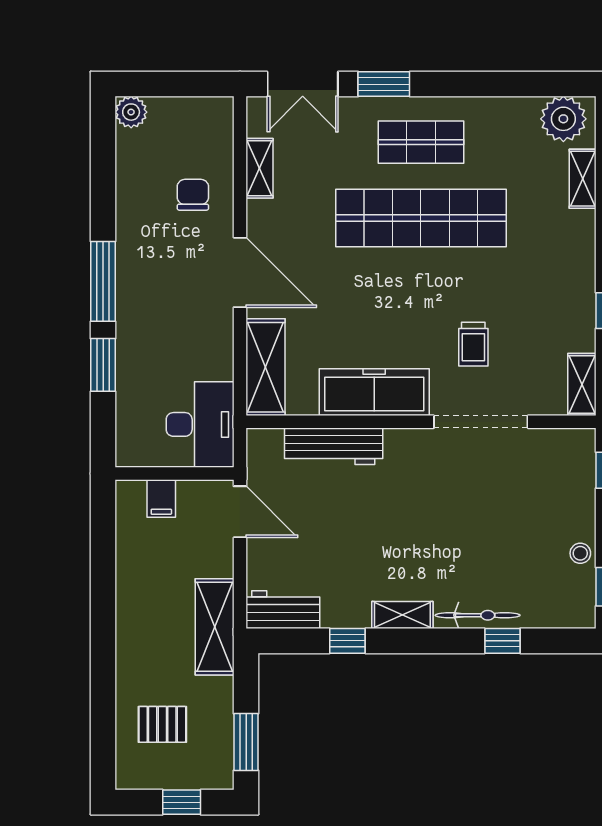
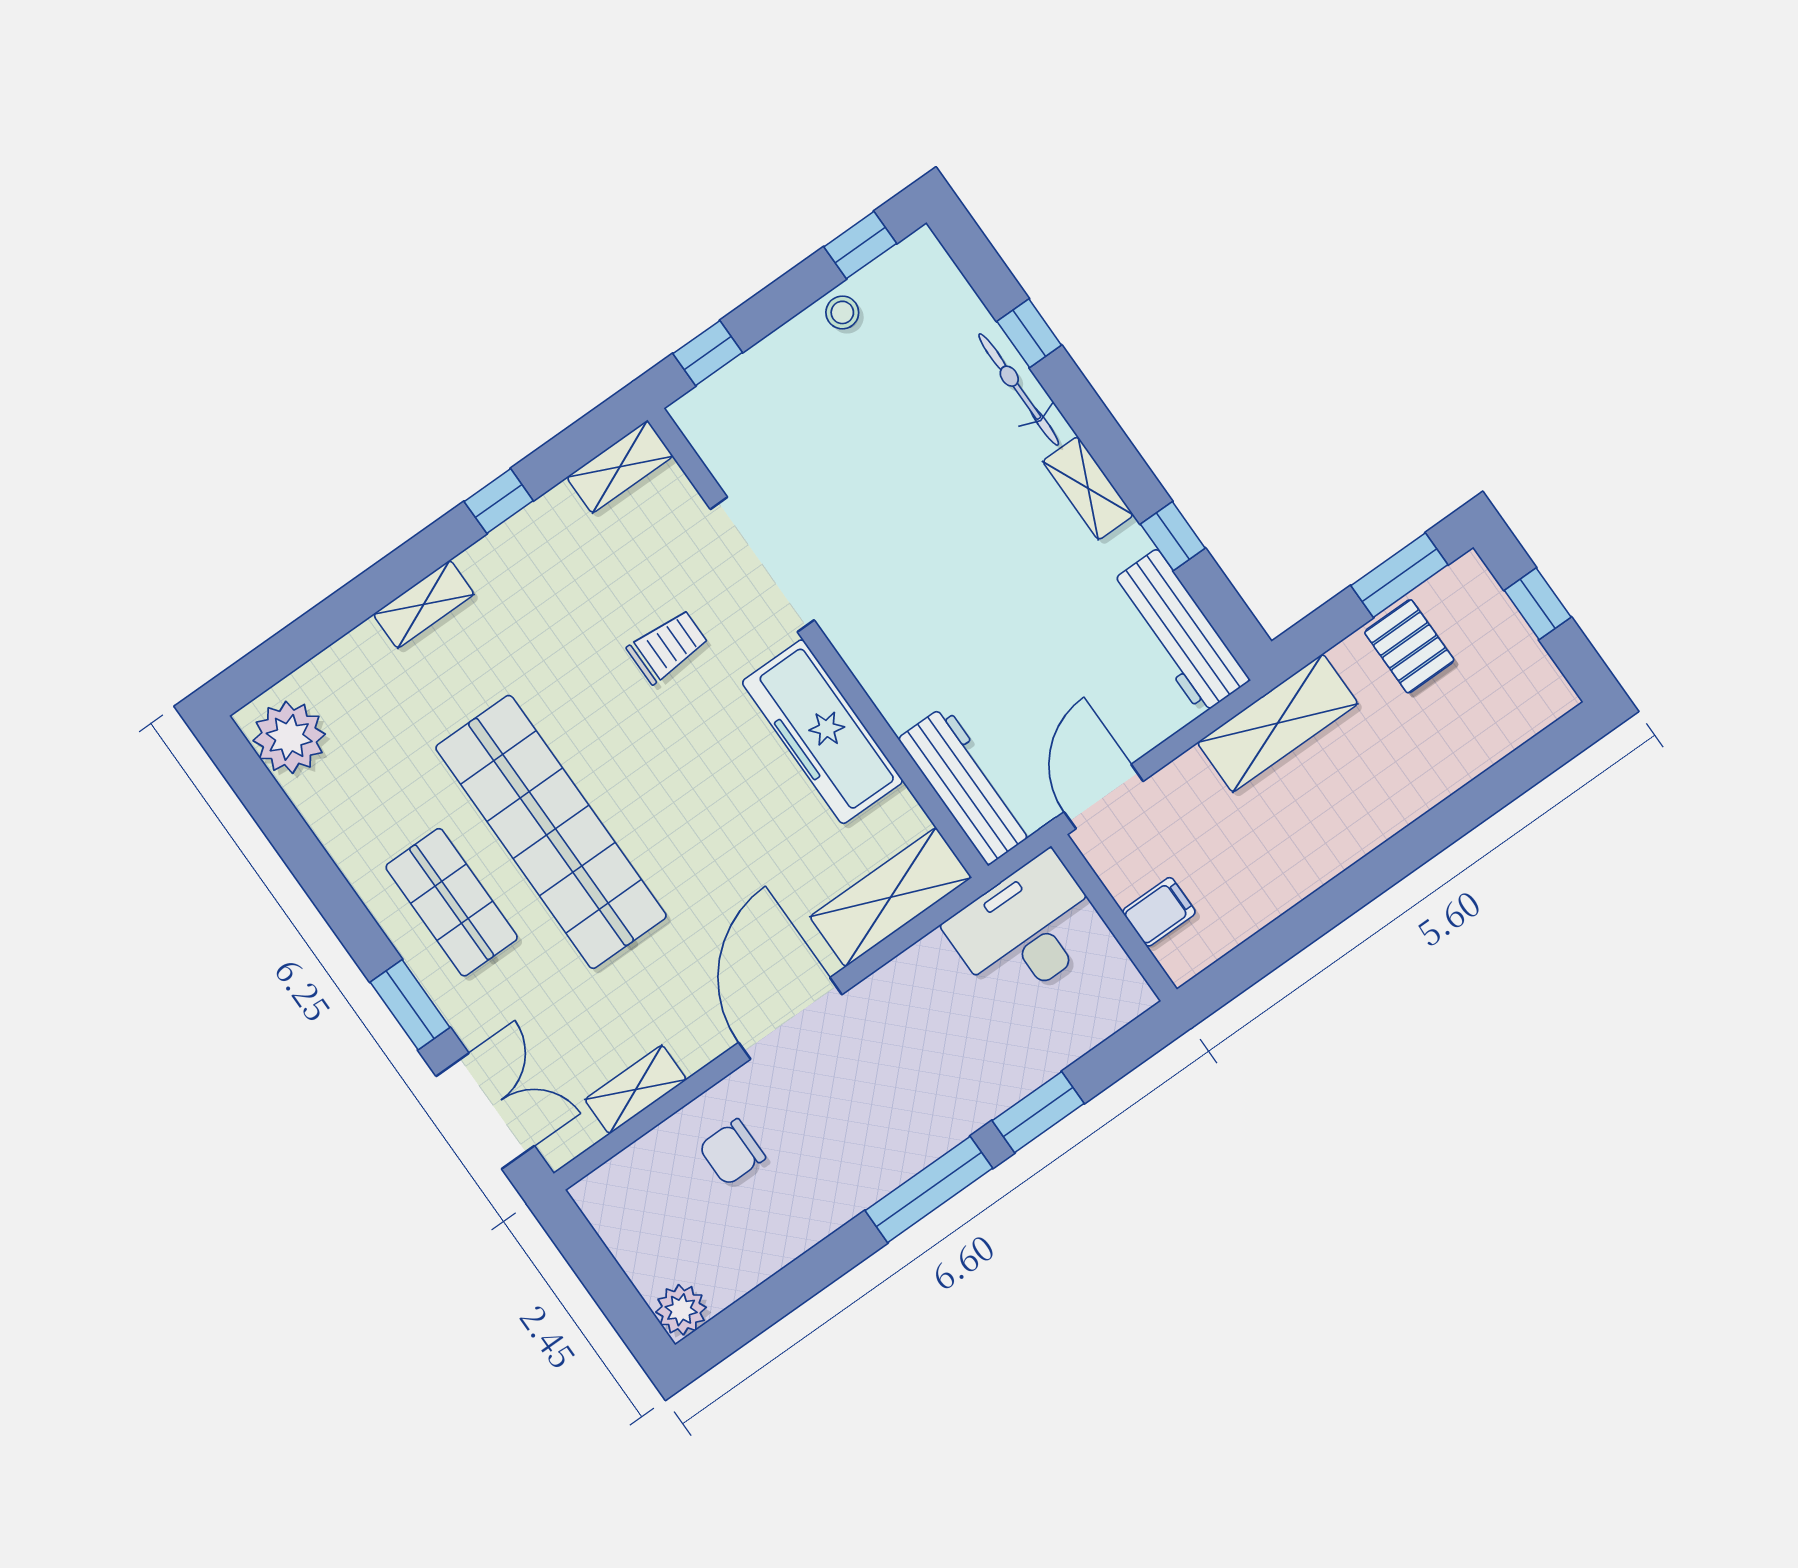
shelving: (583, 179) -> (424, 604), moved
workbench: (334, 446) -> (967, 785), moved
workbench: (283, 610) -> (1179, 632), width x1.37
pallet: (162, 724) -> (1409, 646), moved

